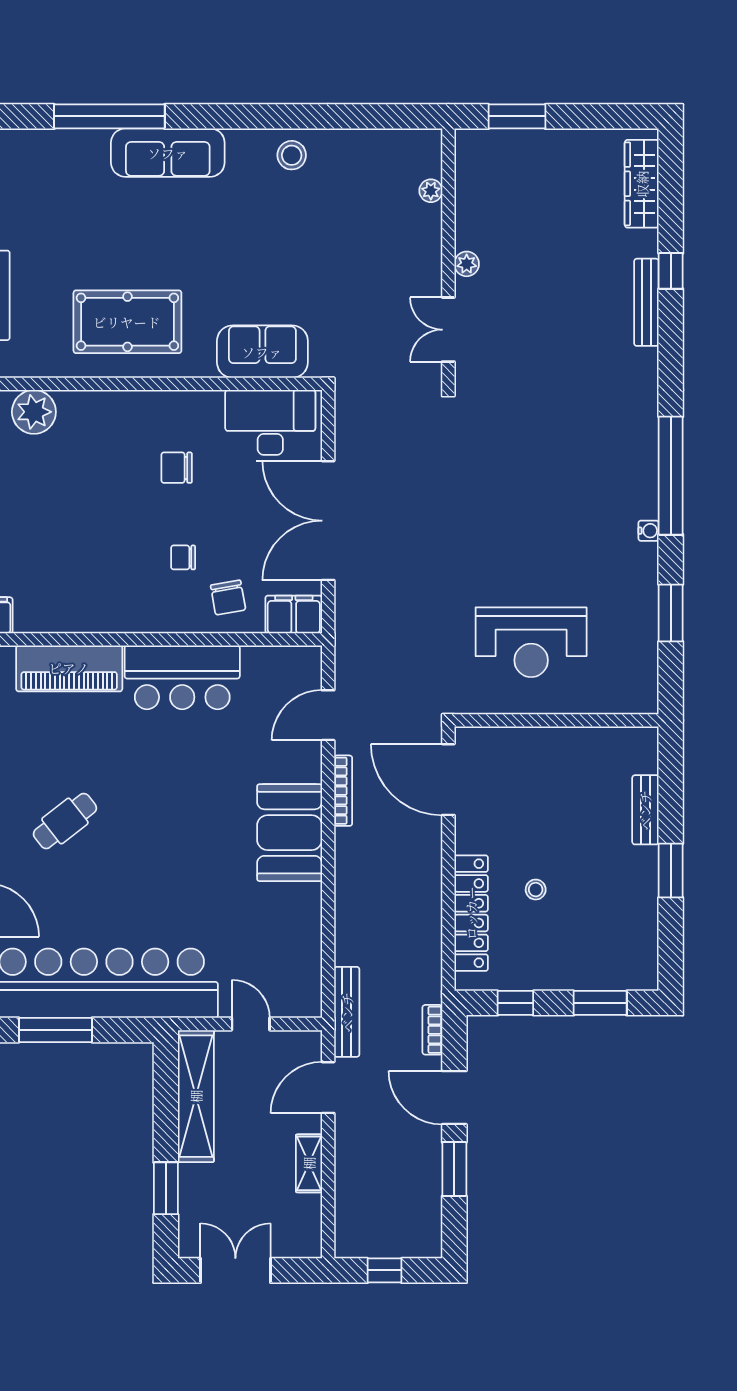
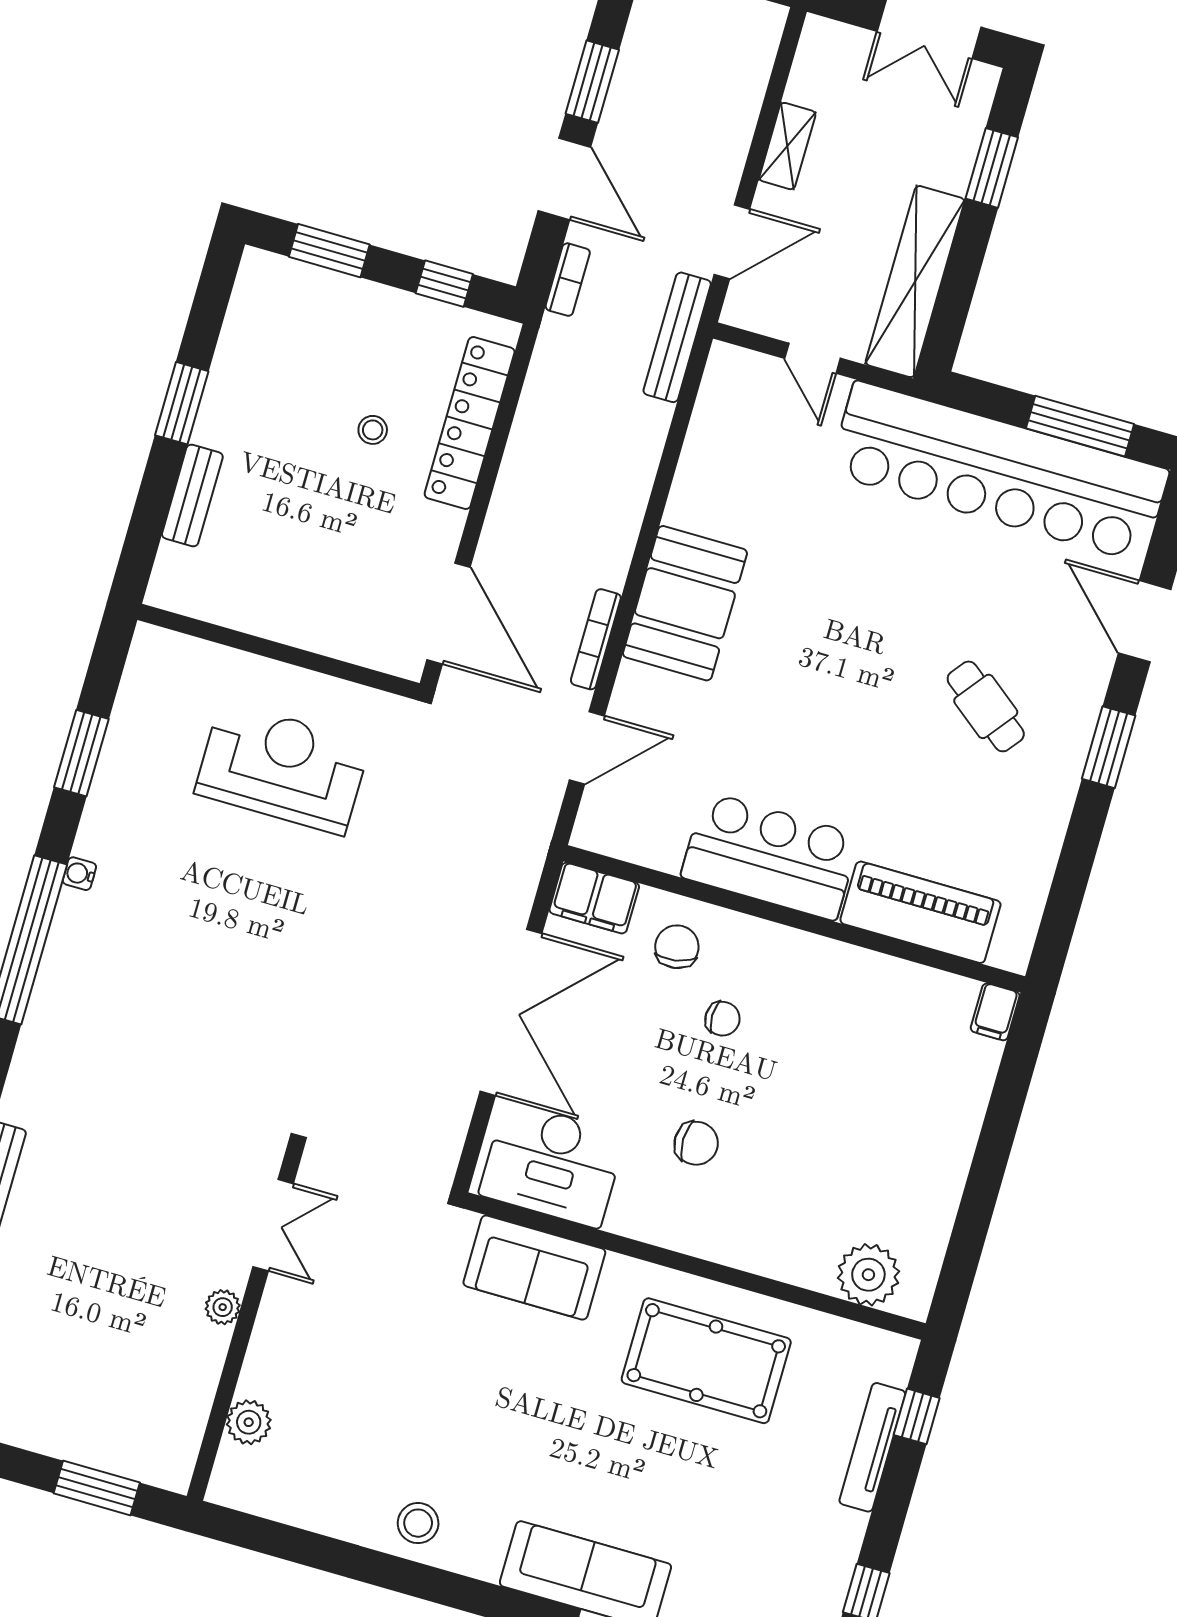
plant: (431, 191) -> (249, 1422), width x1.38, depth x1.38
cafe table: (65, 821) -> (986, 706), turned 76

